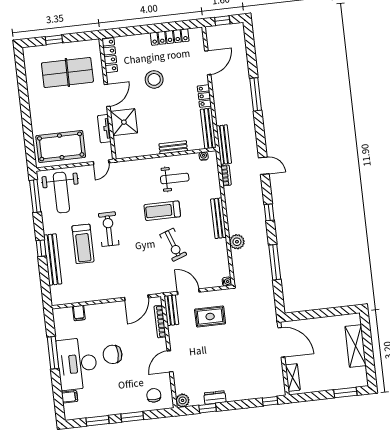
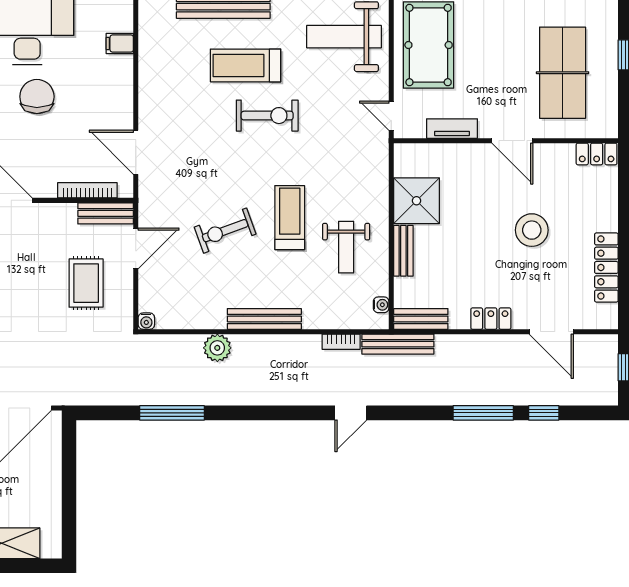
locker: (110, 55) -> (597, 154), width x0.66
shower: (124, 122) -> (417, 201), moved
bench: (208, 128) -> (421, 319), width x0.73
window: (269, 212) -> (544, 413), moved

